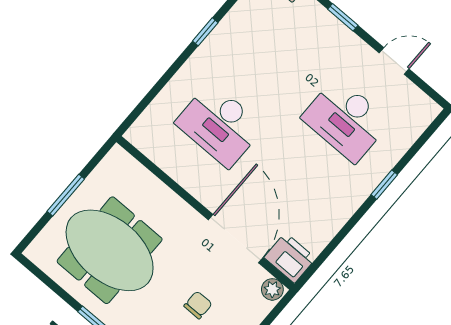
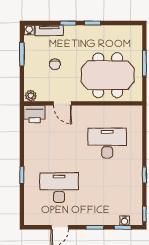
door: (236, 239) -> (62, 103), width x0.53
meeting table: (110, 250) -> (108, 75), moved

